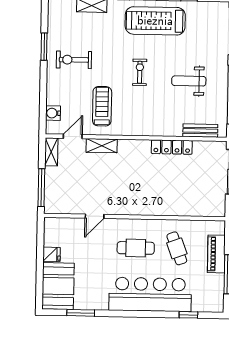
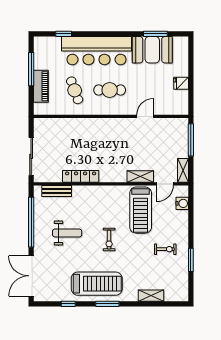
exercise bike: (74, 60) -> (165, 249), width x0.73, depth x0.72
treadmill: (102, 106) -> (141, 210), width x1.37, depth x1.38
booth: (58, 286) -> (152, 50), moved, turned 90

